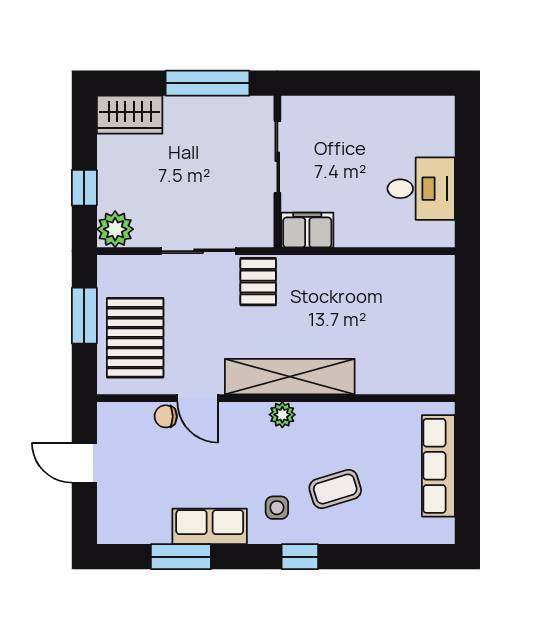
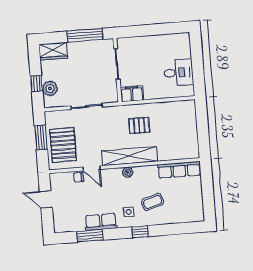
plant: (115, 229) -> (50, 88), moved
pallet: (258, 282) -> (139, 125), moved, turned 90
row of seats: (438, 466) -> (179, 170), moved, turned -90

